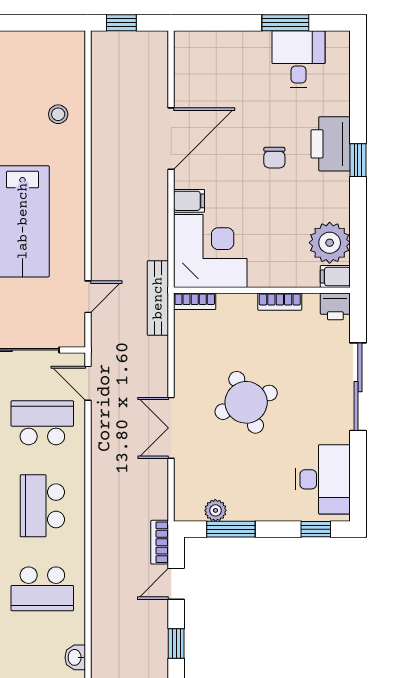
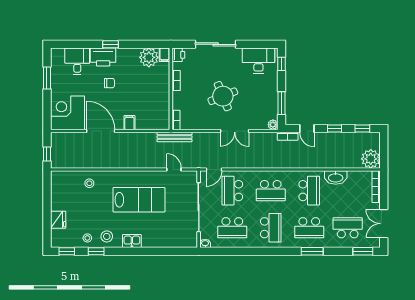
desk: (299, 59) -> (77, 61), moved, turned 90
corner desk: (210, 251) -> (68, 113), moved
plant: (215, 510) -> (273, 125), moved
washbasin: (75, 657) -> (336, 177), width x1.91, depth x1.45

